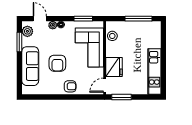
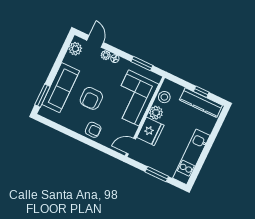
window: (138, 19) -> (201, 92), width x0.46
kitchen counter: (142, 27) -> (201, 103), added
window: (19, 42) -> (42, 96), moved
plant: (112, 51) -> (156, 113), added
window: (122, 97) -> (157, 174), moved

